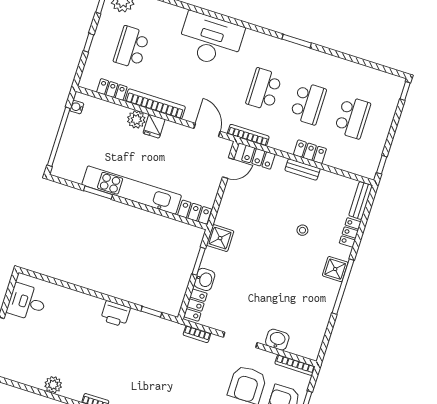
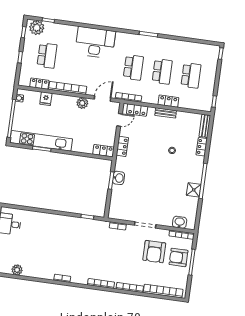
school desk: (131, 47) -> (47, 55), turned 180
school desk: (264, 89) -> (133, 67), turned 180
plant: (136, 120) -> (82, 103), moved
fridge: (154, 126) -> (46, 99), moved
door: (207, 130) -> (102, 99), hinge flipped
kitchen unit: (132, 190) -> (41, 141), moved
shower: (220, 238) -> (122, 164), removed
shower: (335, 269) -> (194, 190), moved
washbasin: (205, 279) -> (119, 178), moved
locker: (195, 305) -> (122, 146), moved
printer: (115, 314) -> (65, 222), removed
washbasin: (277, 340) -> (180, 222), moved
plant: (53, 385) -> (17, 270), moved

